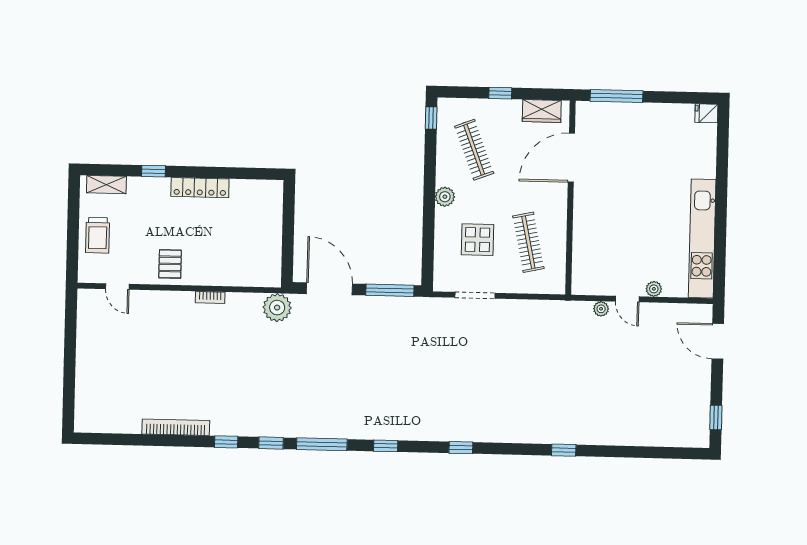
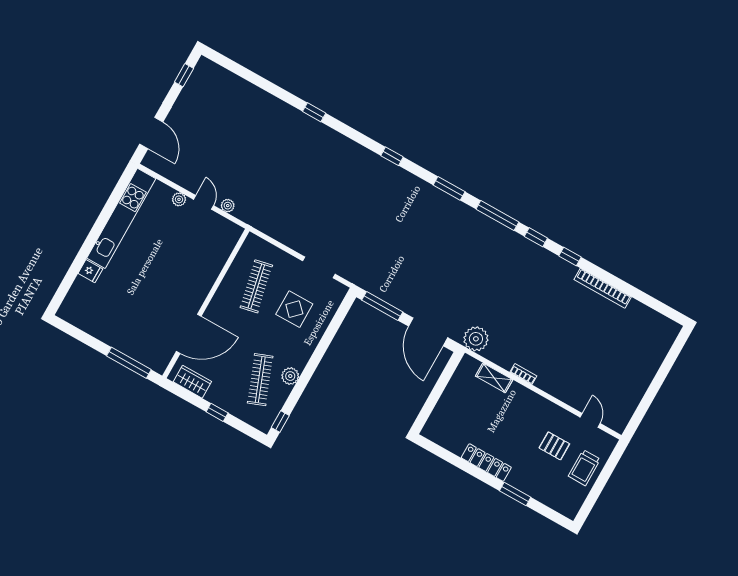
fridge: (706, 113) -> (90, 271), moved
window: (154, 171) -> (515, 494), width x1.50
shelving: (106, 185) -> (494, 378), moved
plant: (445, 197) -> (290, 376), moved
trolley: (98, 235) -> (584, 468), turned 180
pallet: (170, 264) -> (554, 446), moved, turned 90
window: (386, 446) -> (449, 188), width x1.50

